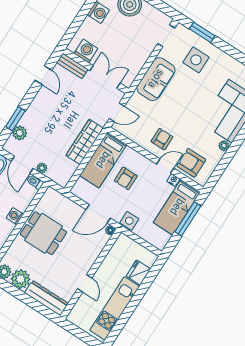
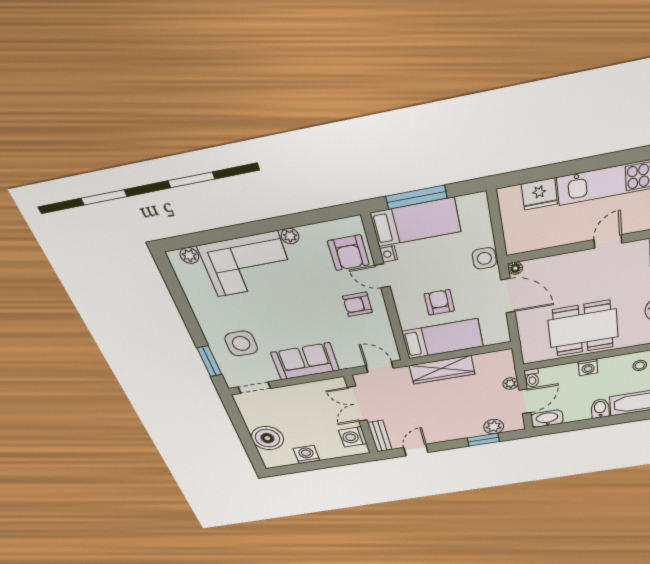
armchair: (126, 178) -> (439, 302), turned -90
dining table: (43, 233) -> (583, 328), width x1.37

